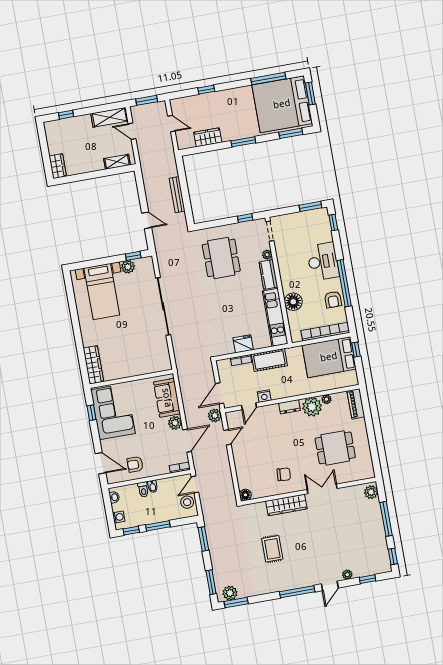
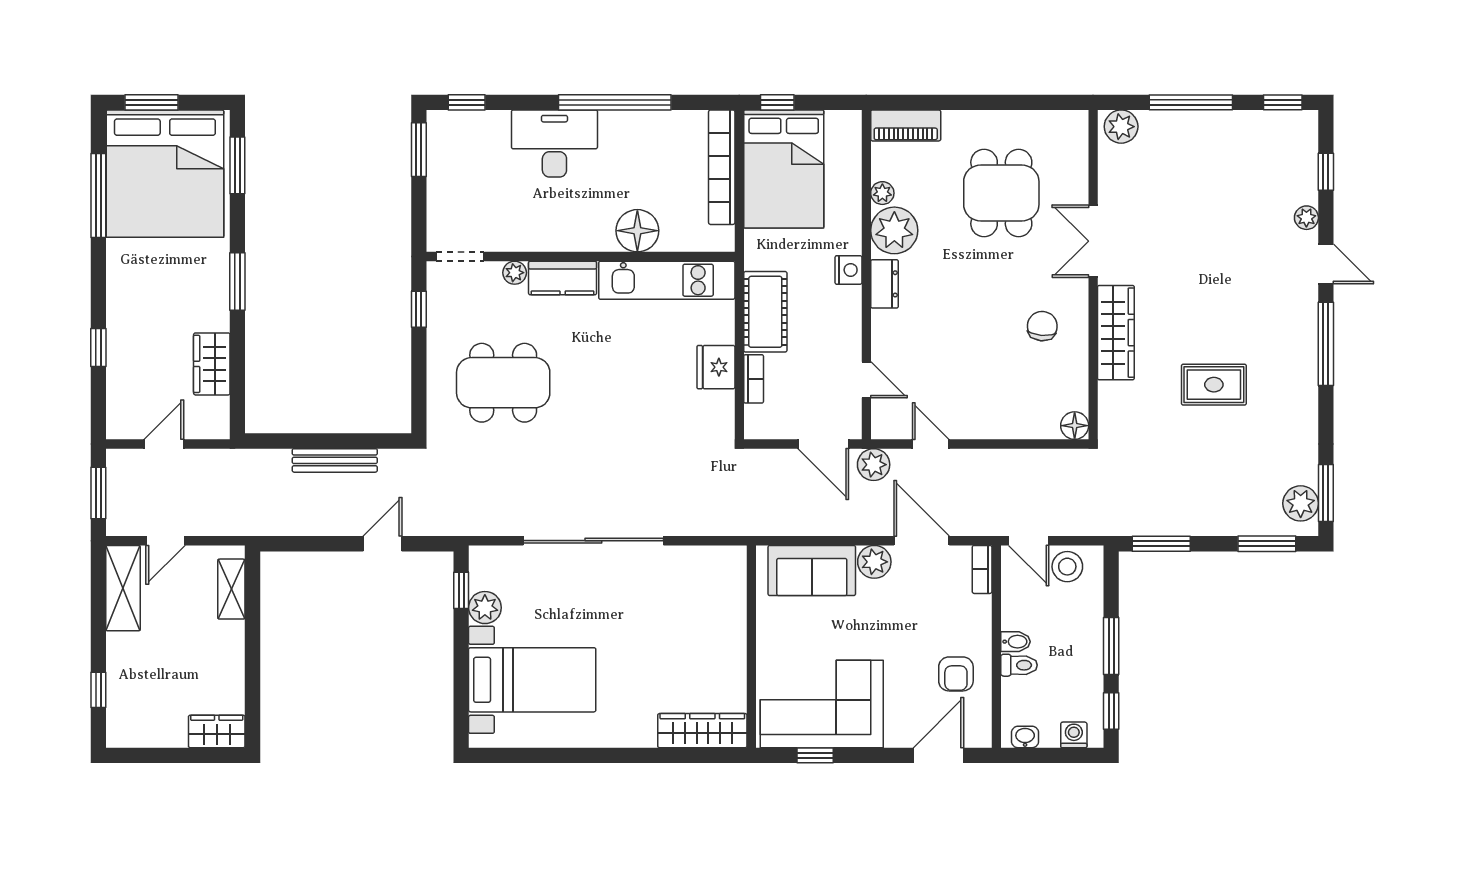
armchair: (333, 300) -> (649, 135), removed
nightstand: (264, 396) -> (848, 270), moved

